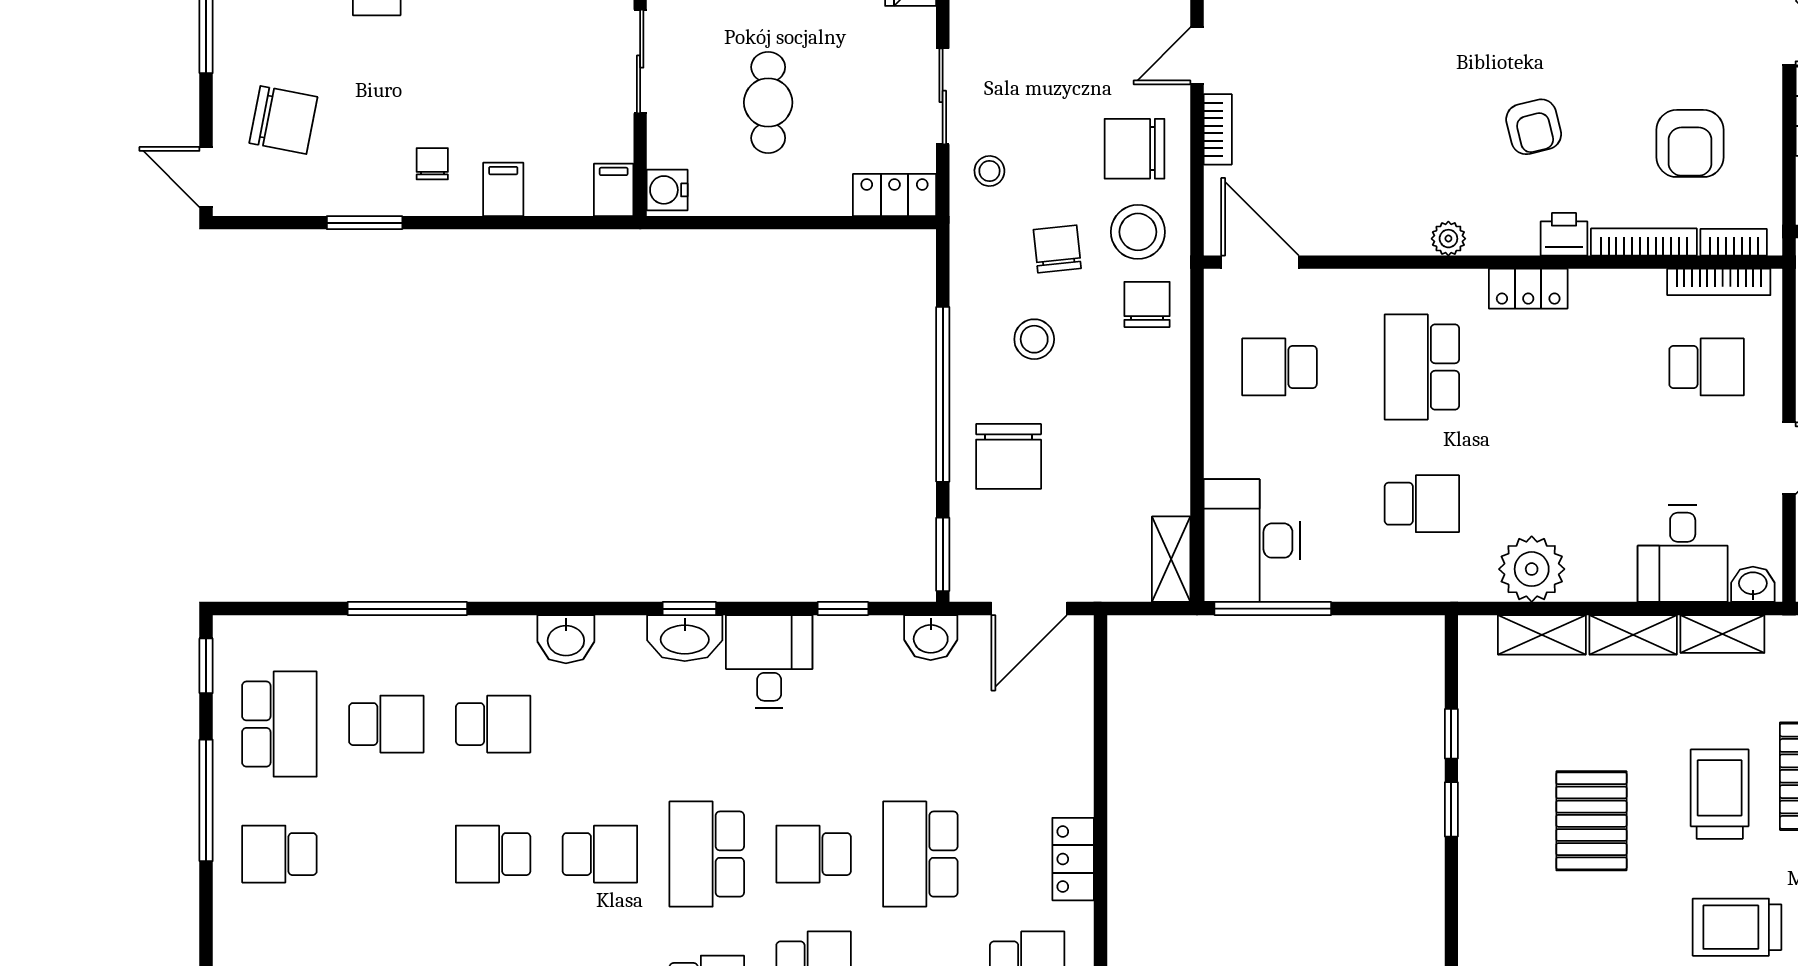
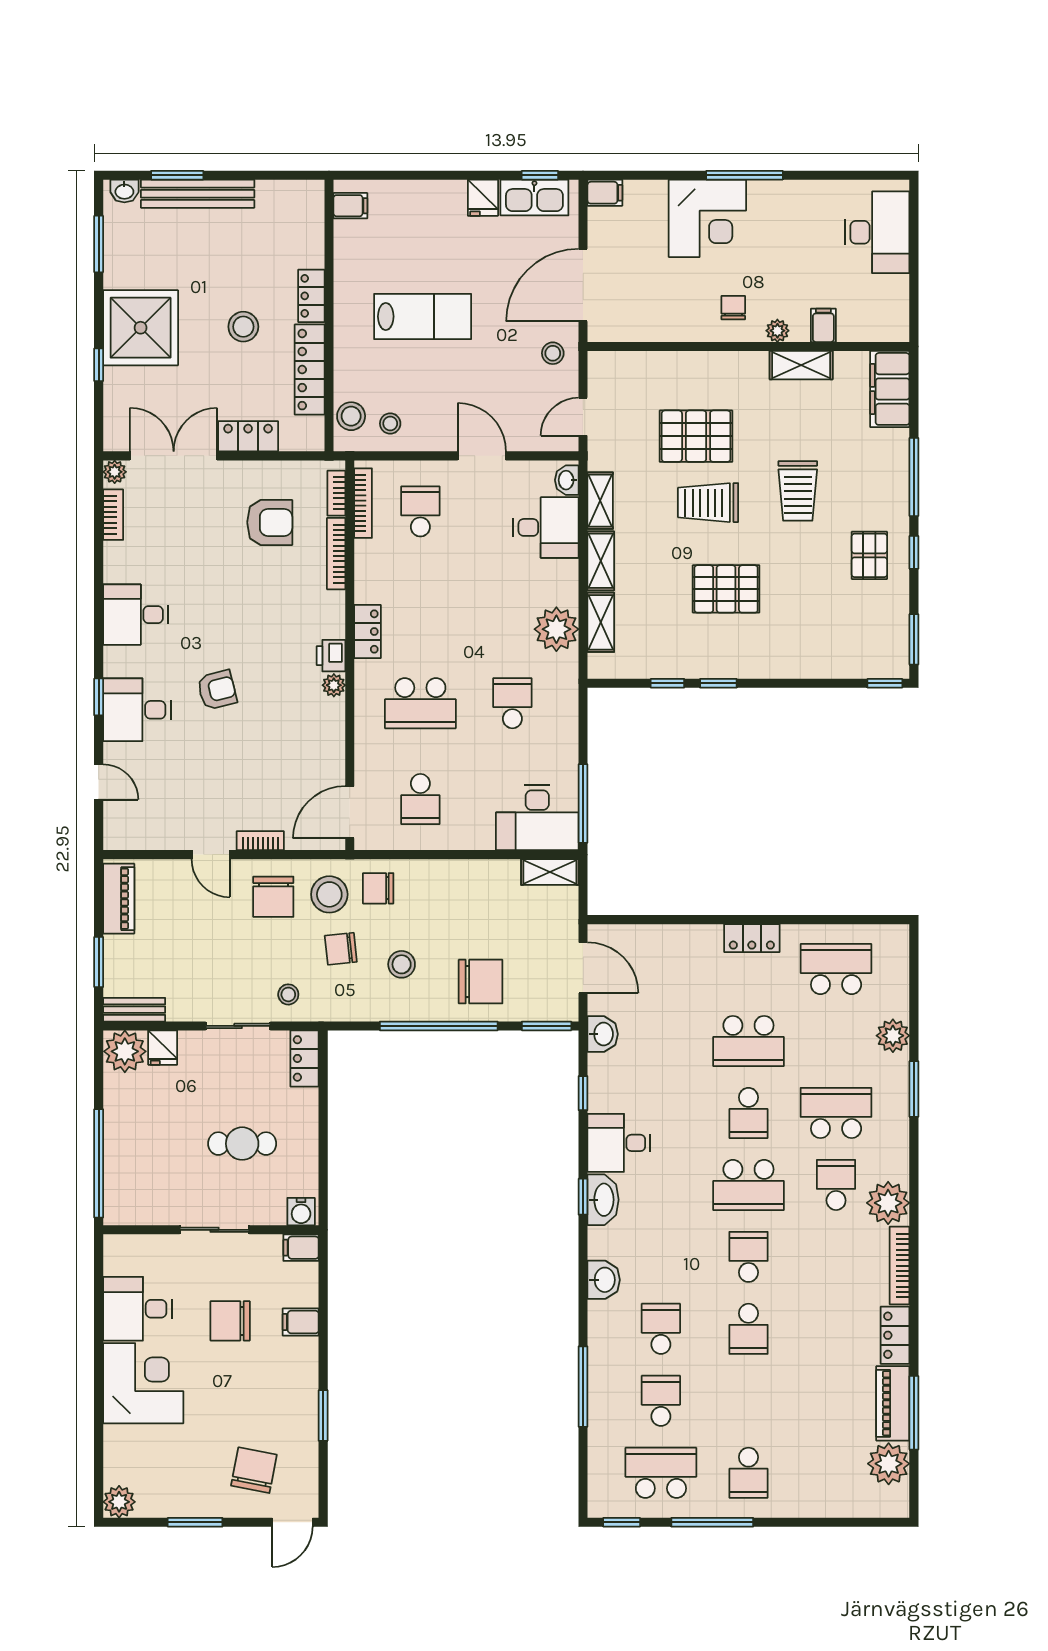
armchair: (1534, 127) -> (217, 690), moved
chair: (432, 164) -> (230, 1321), moved, width x1.87, depth x1.87
printer: (1564, 234) -> (331, 656), moved

